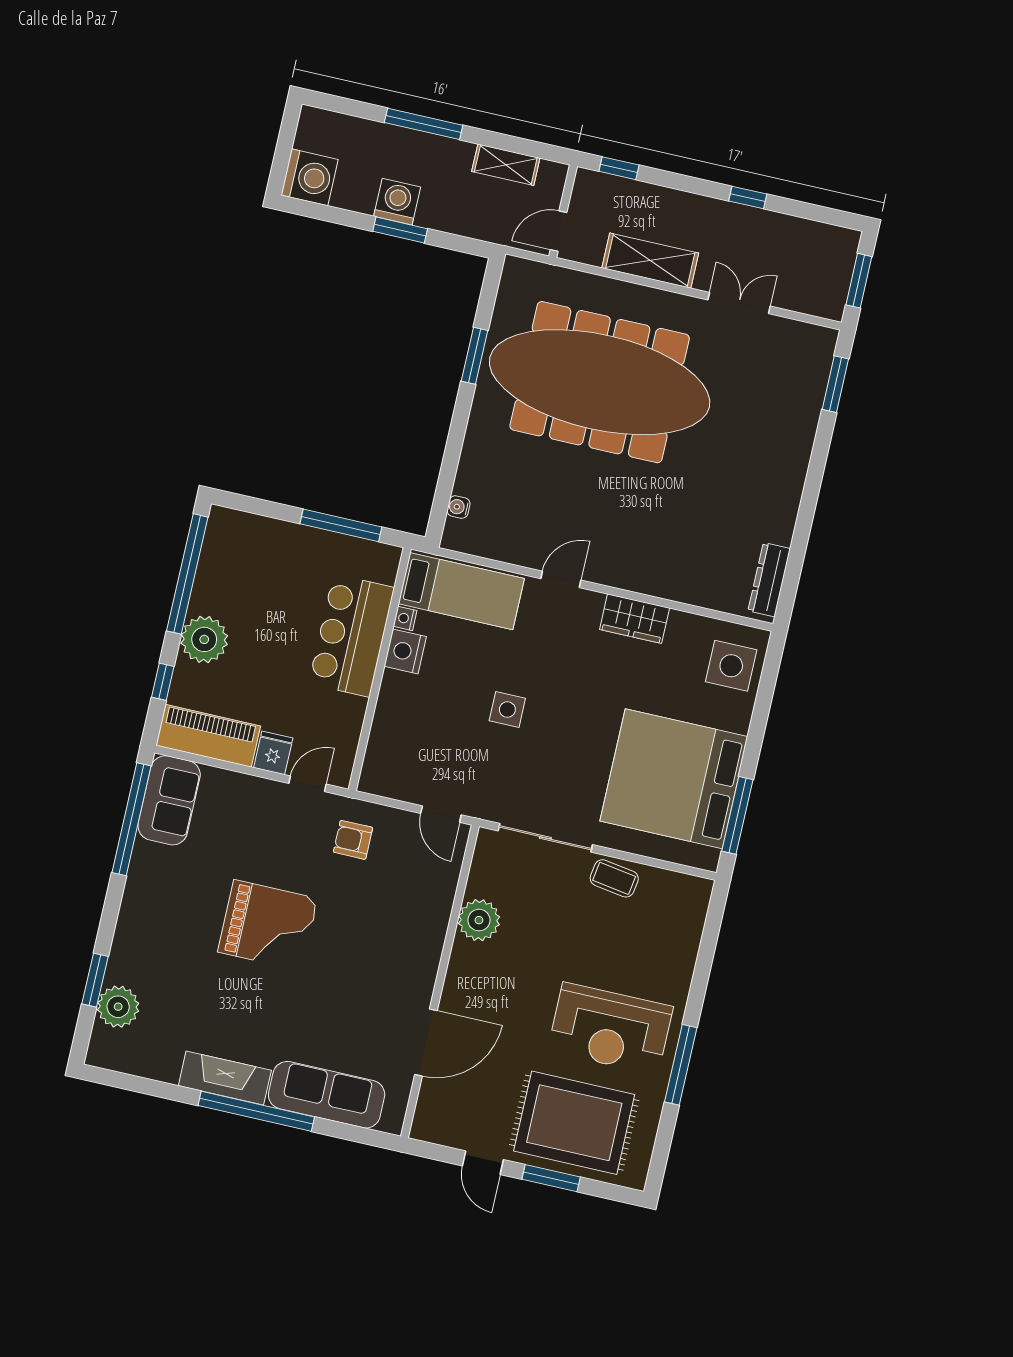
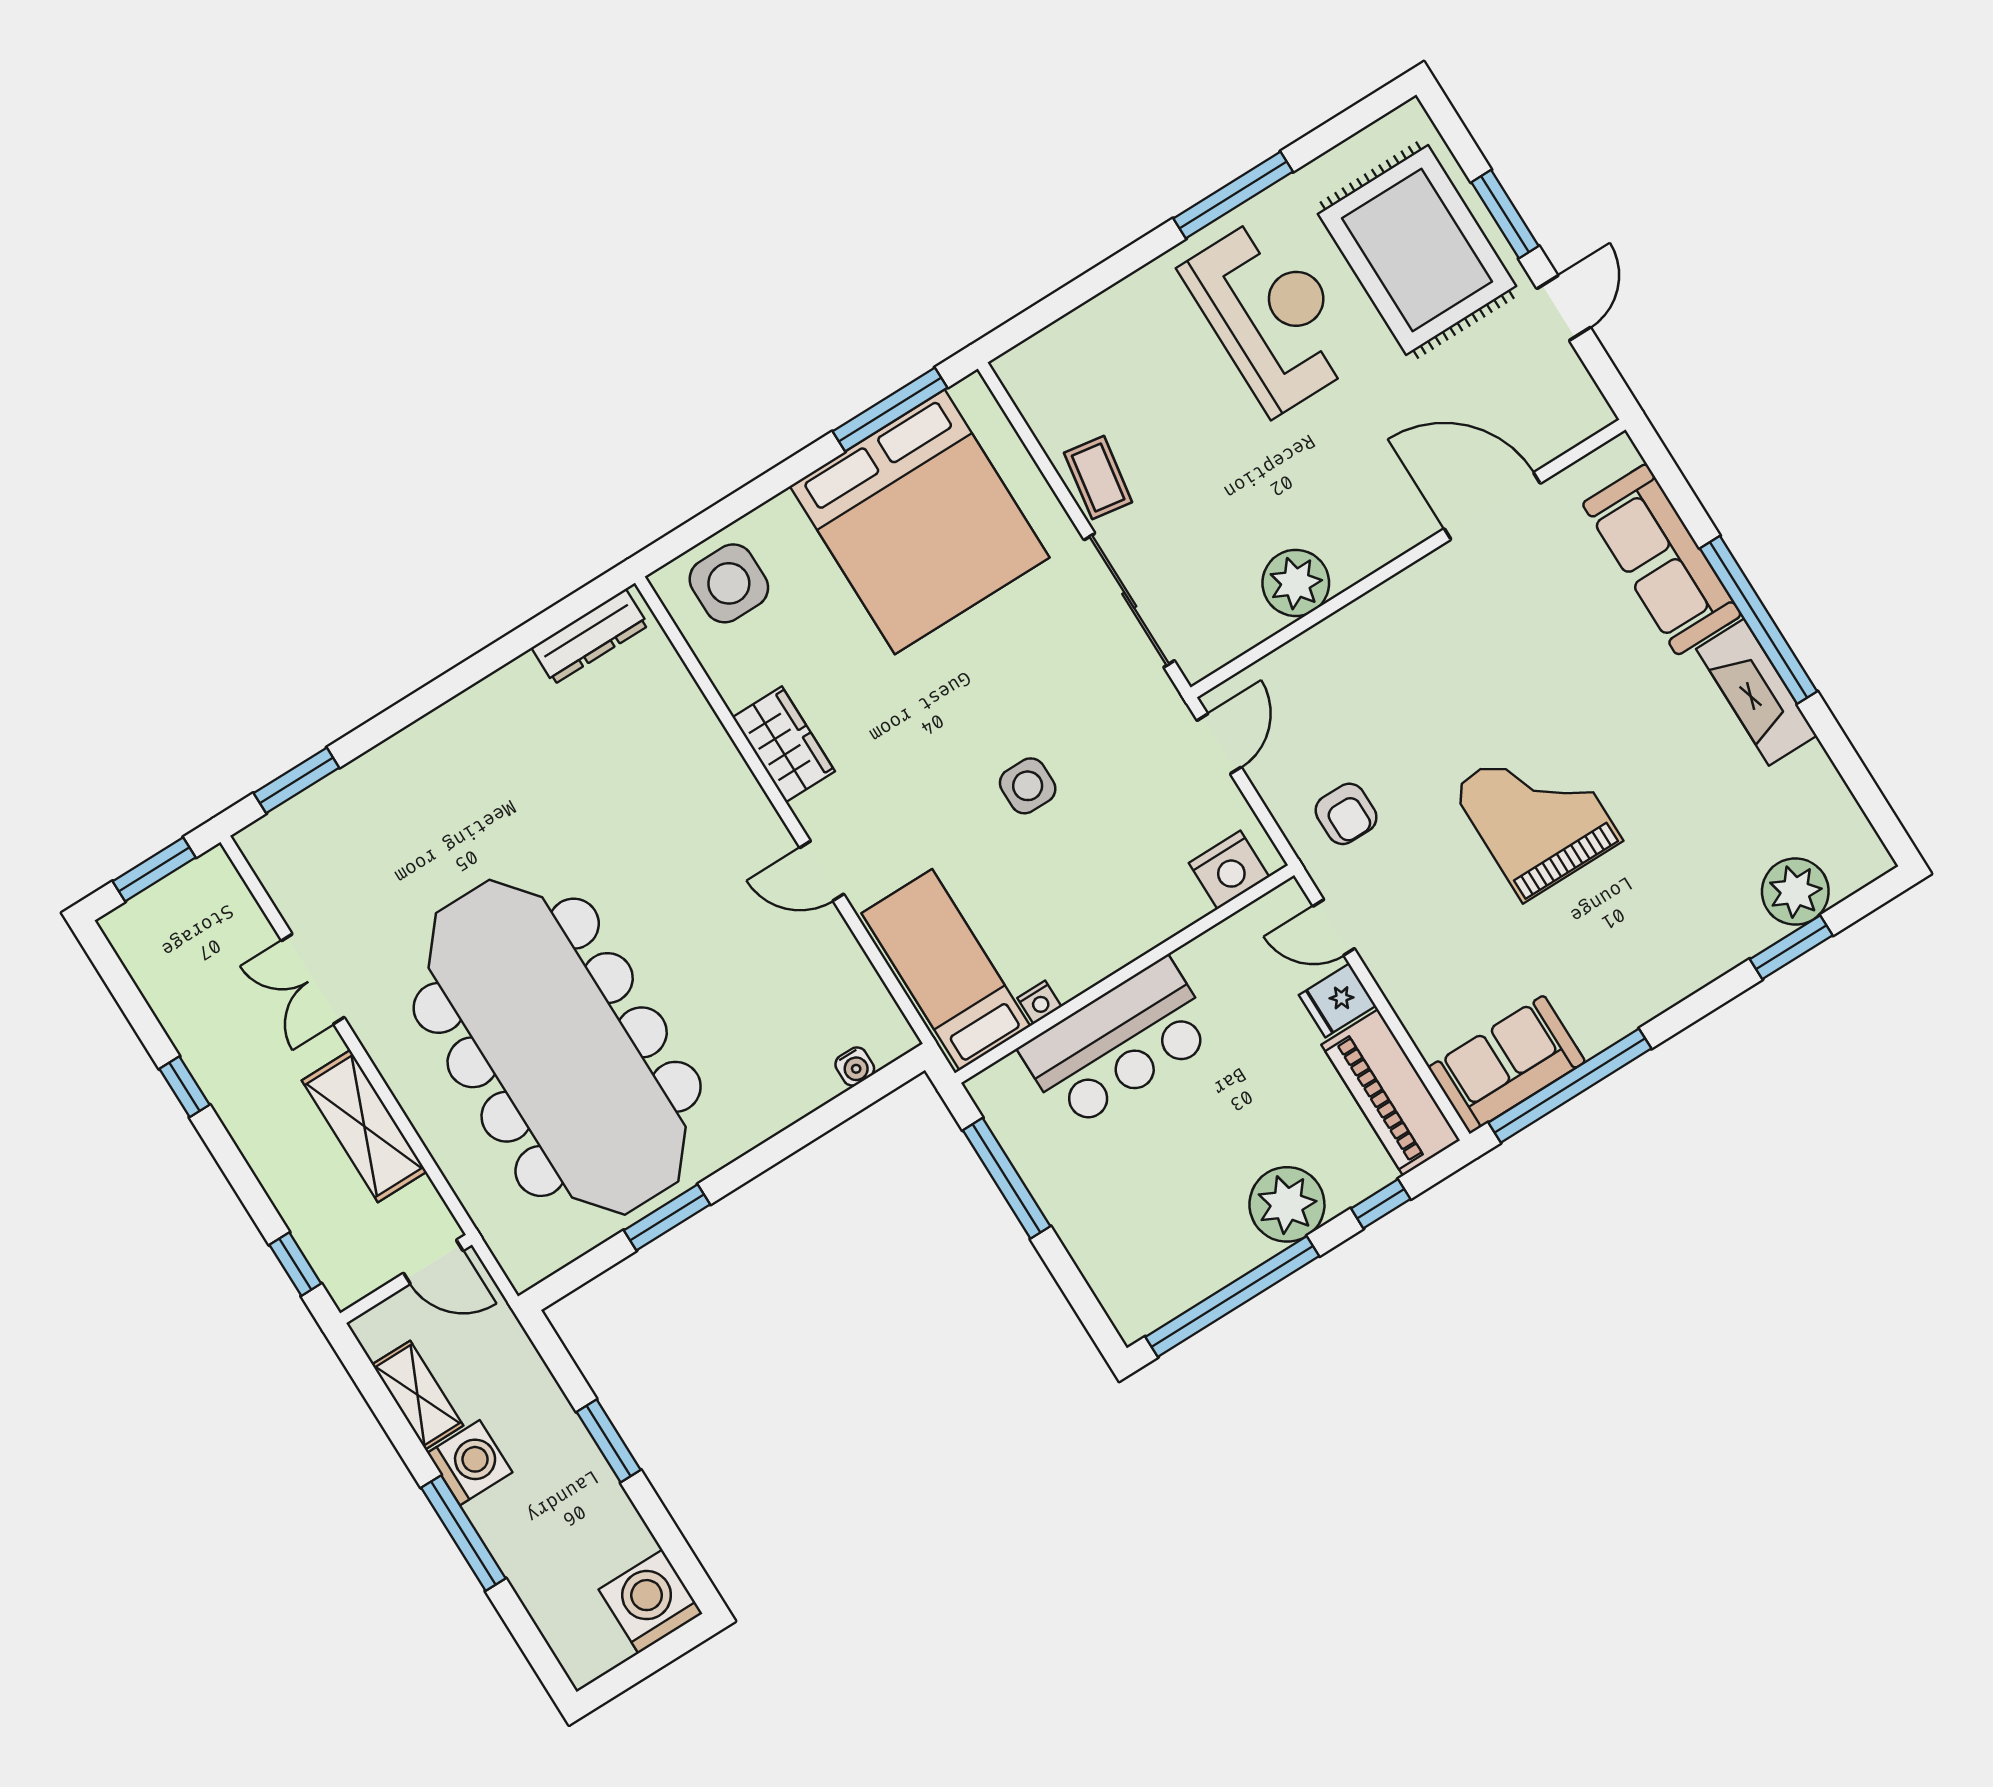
washing machine: (397, 202) -> (470, 1463), moved, turned 180
nightstand: (405, 651) -> (1229, 870), moved

